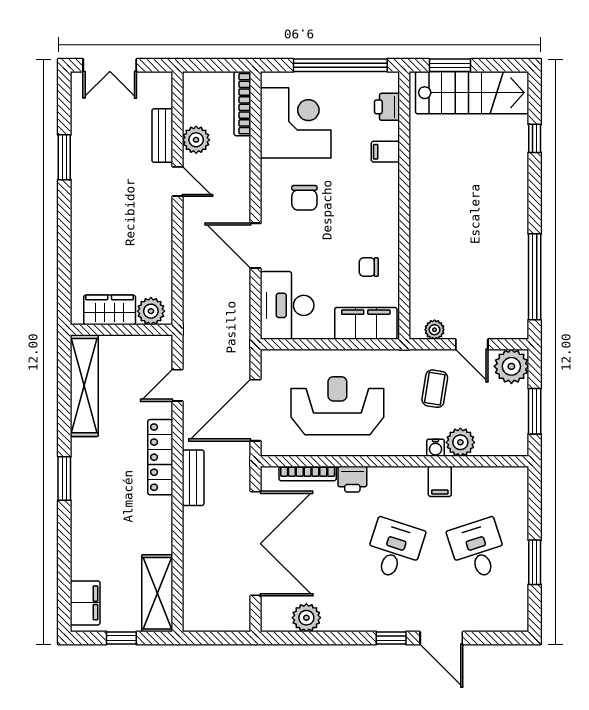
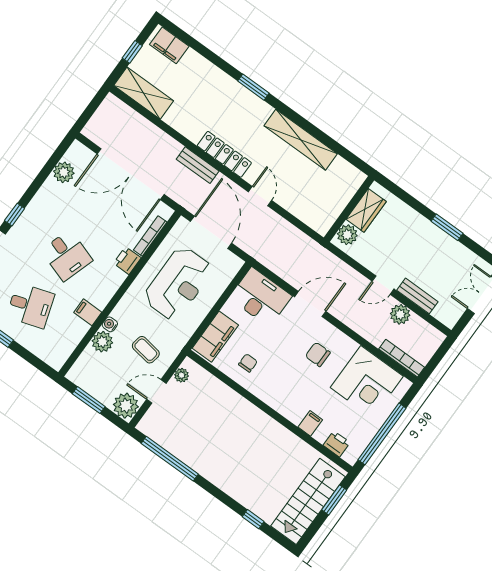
wardrobe: (110, 310) -> (366, 210), moved
plant: (151, 311) -> (347, 235), moved
wall: (122, 330) -> (349, 209), moved

